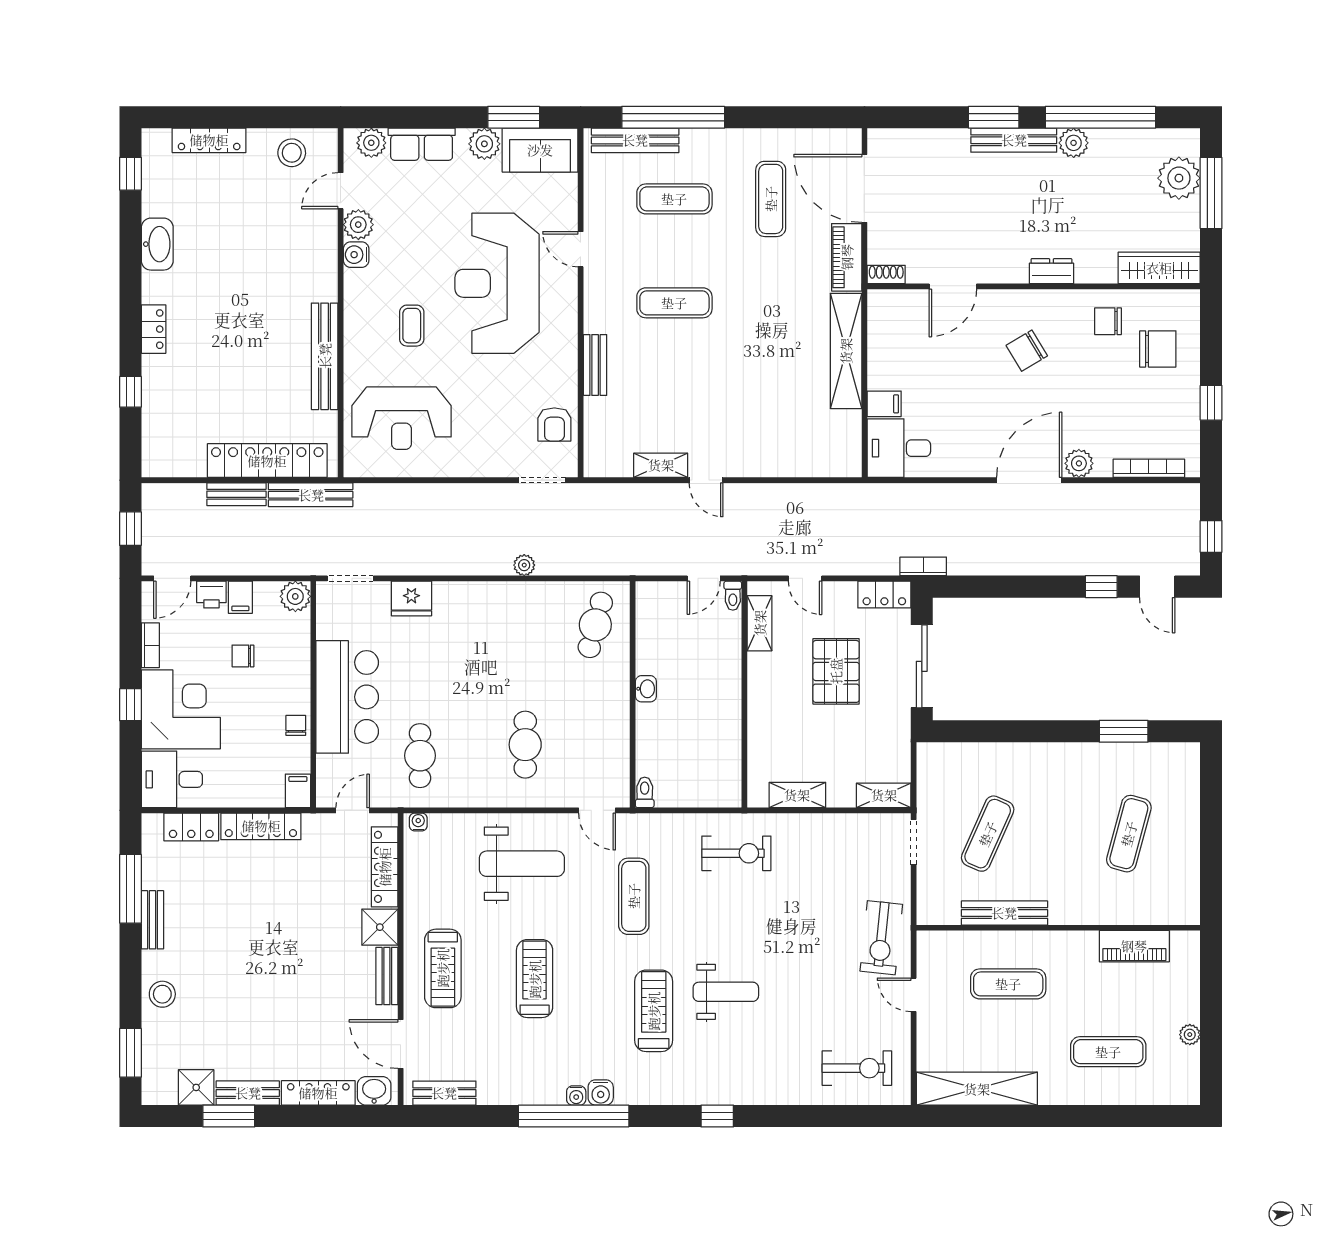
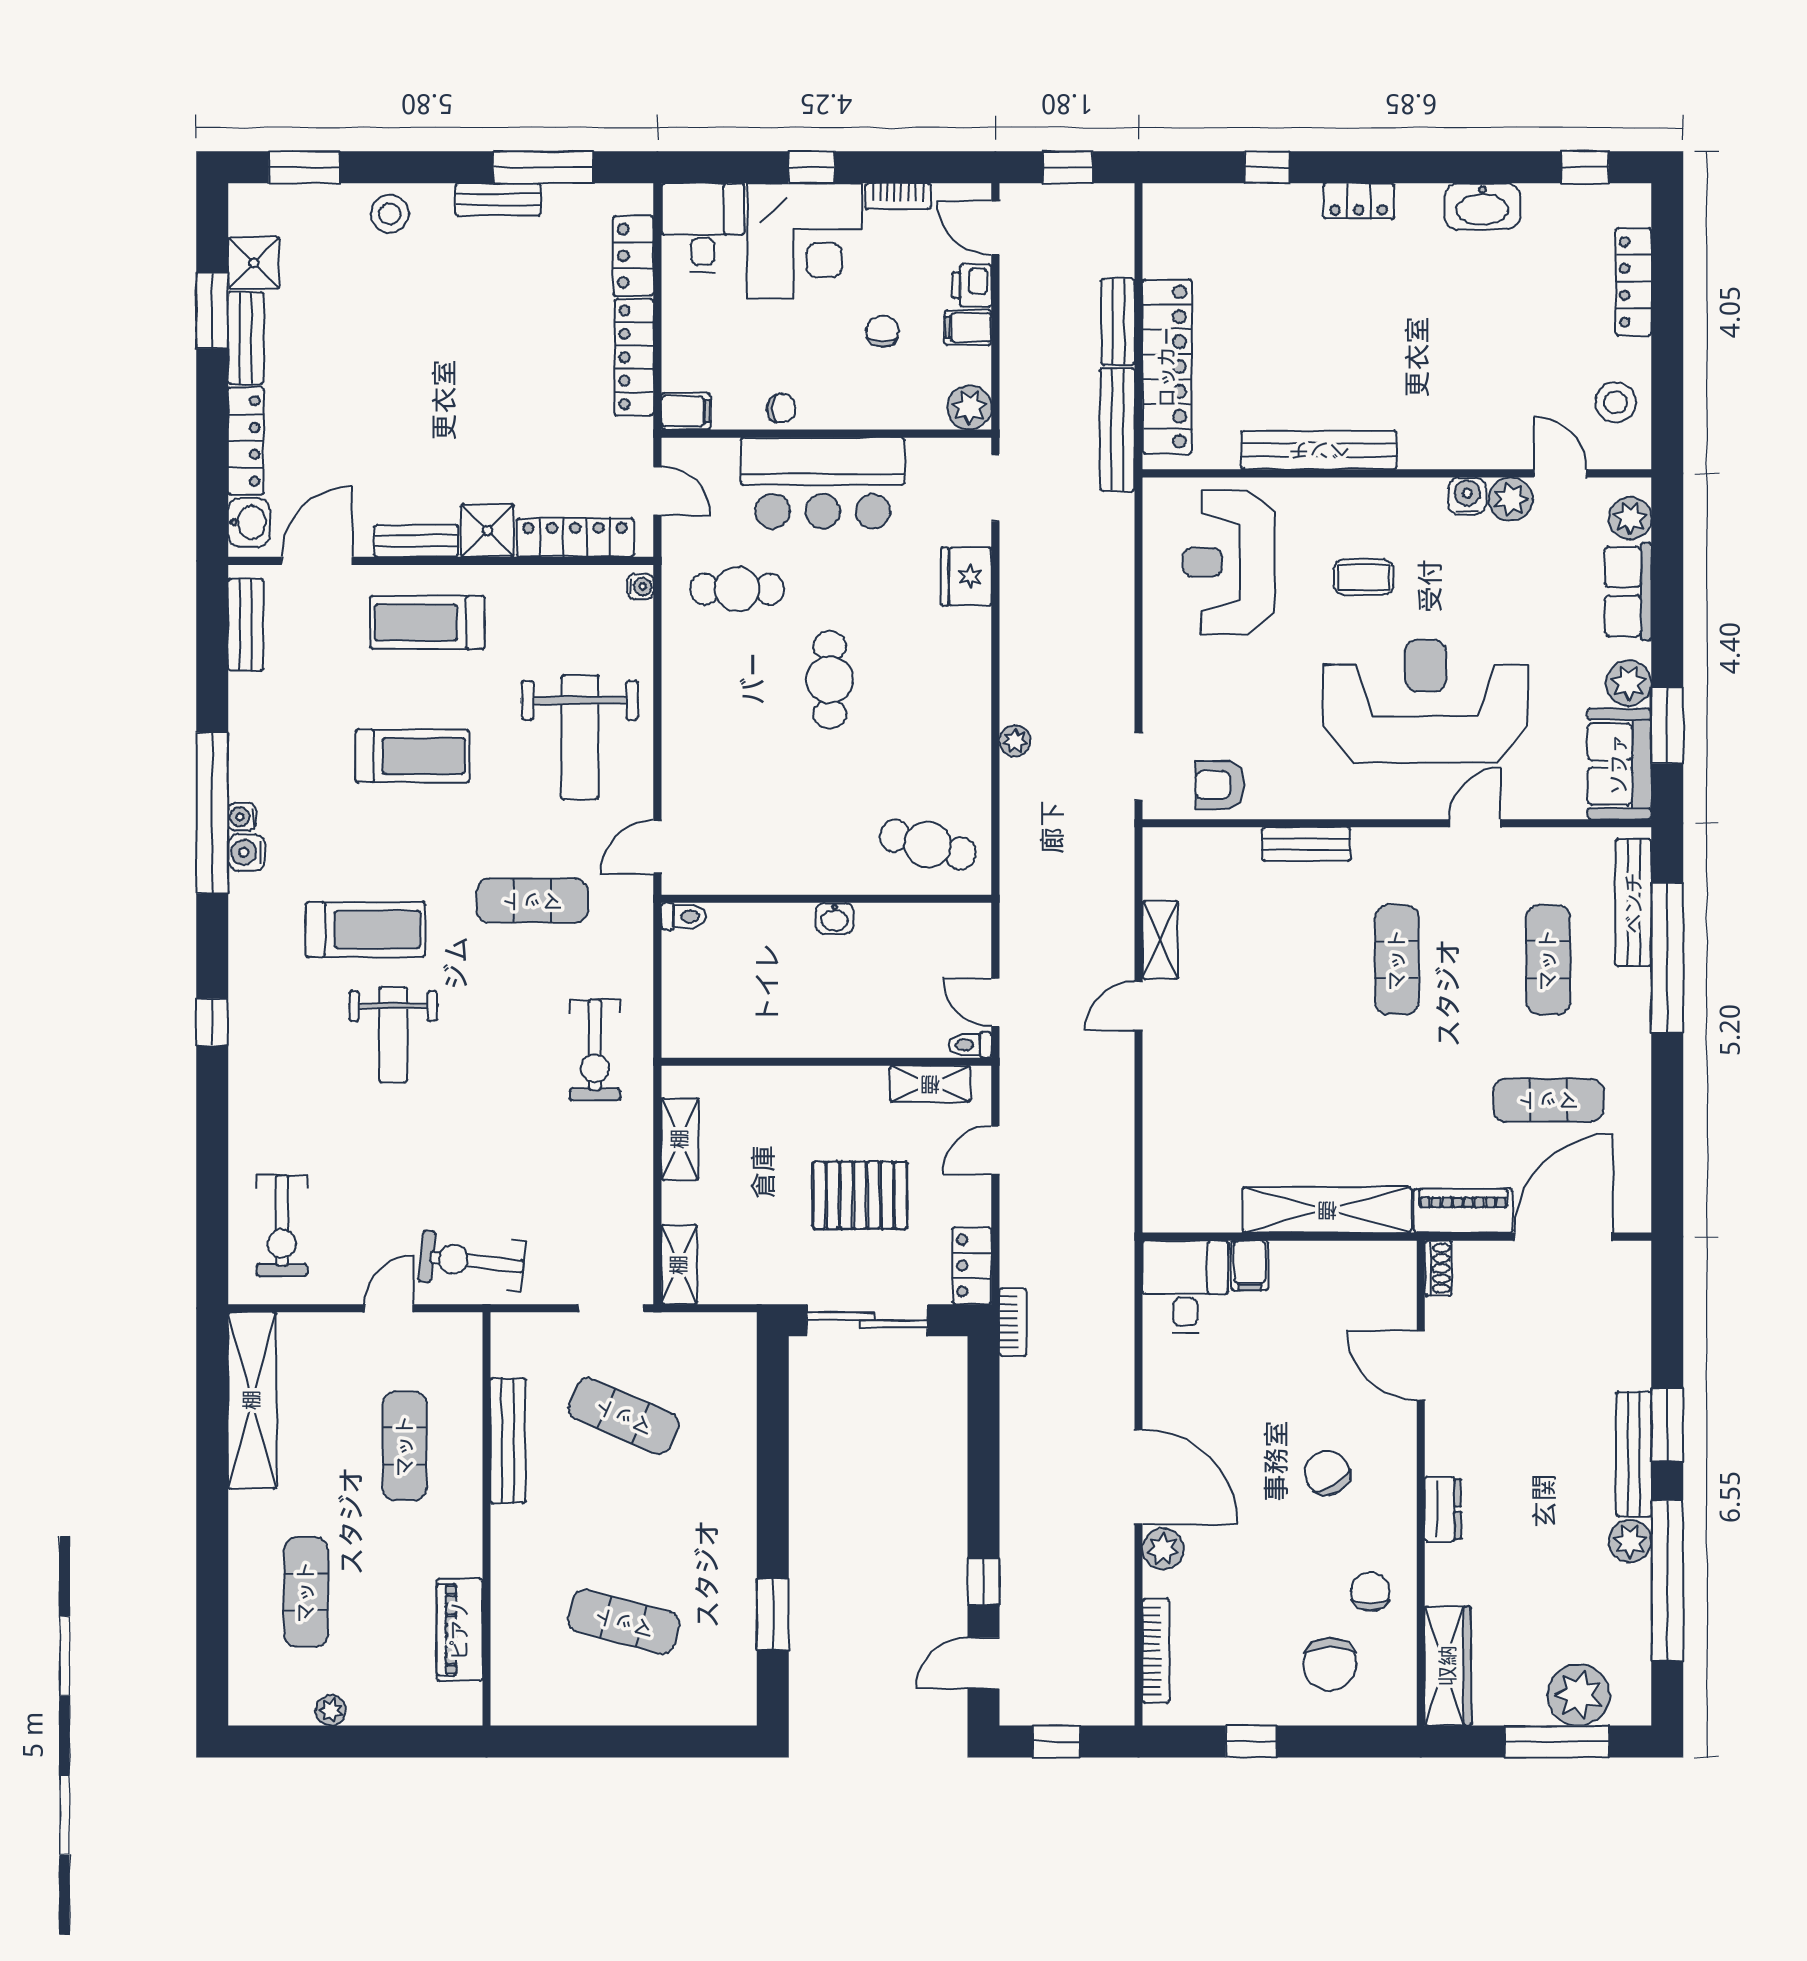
cafe table: (525, 745) -> (830, 680), moved, turned 90

